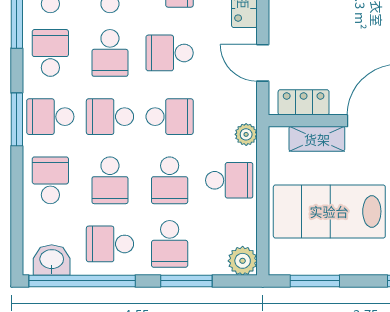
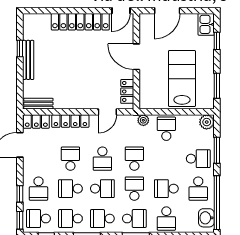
school desk: (50, 117) -> (134, 219), turned -90
school desk: (110, 117) -> (134, 189), turned 180
shelving: (317, 139) -> (145, 85), removed
school desk: (50, 180) -> (166, 219), turned -90
school desk: (110, 180) -> (166, 189), turned 180
school desk: (170, 180) -> (166, 159), removed
lab bench: (329, 211) -> (182, 79), turned 180

